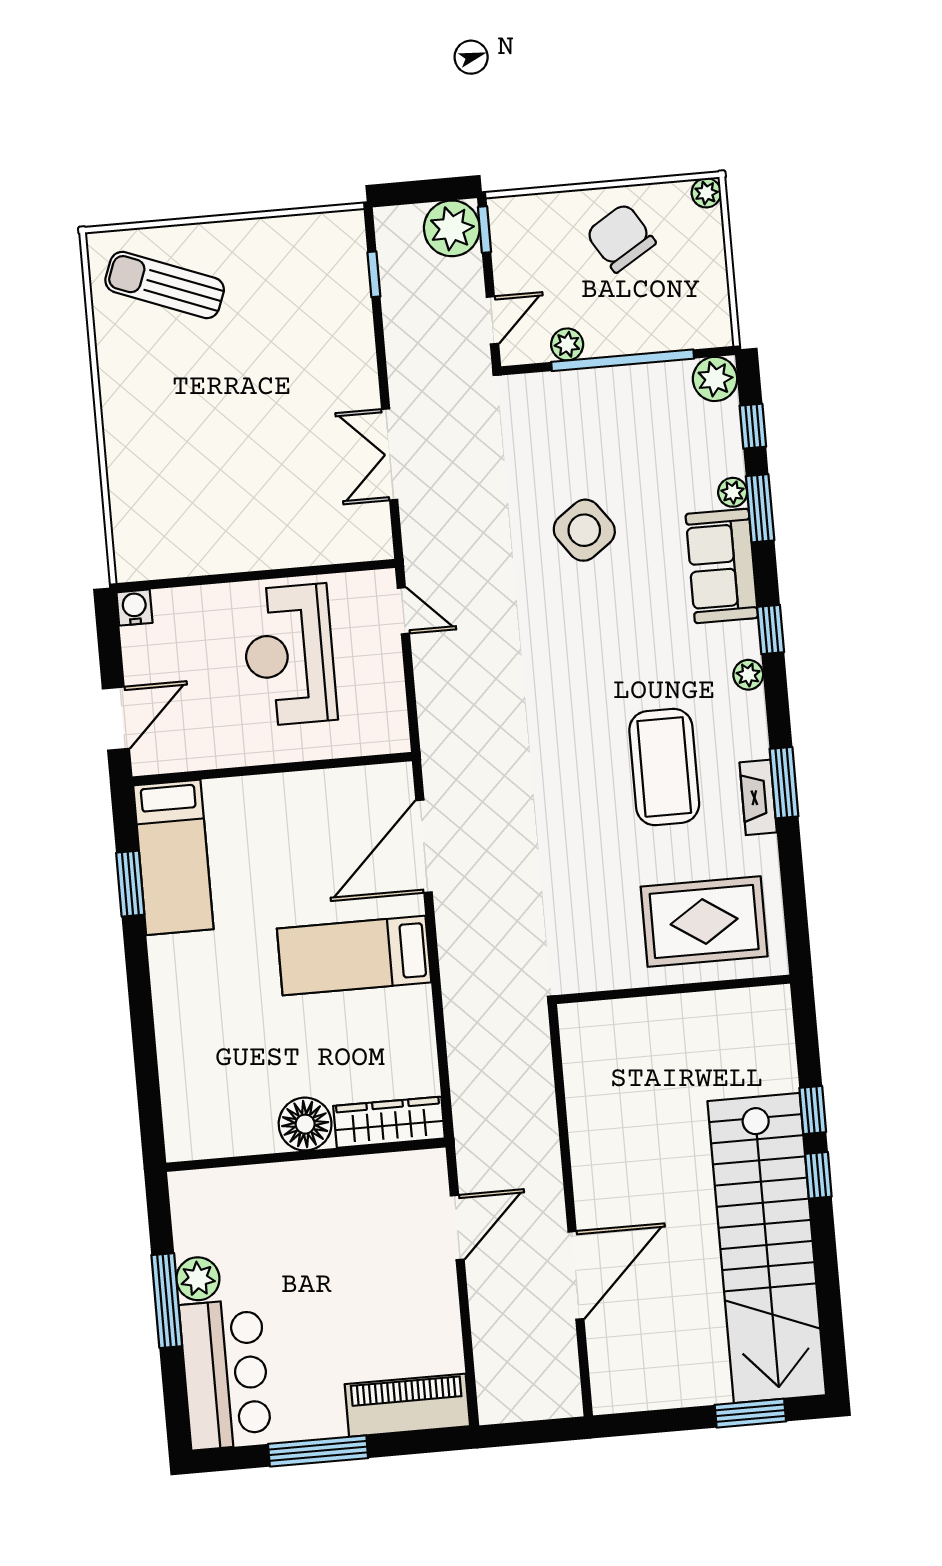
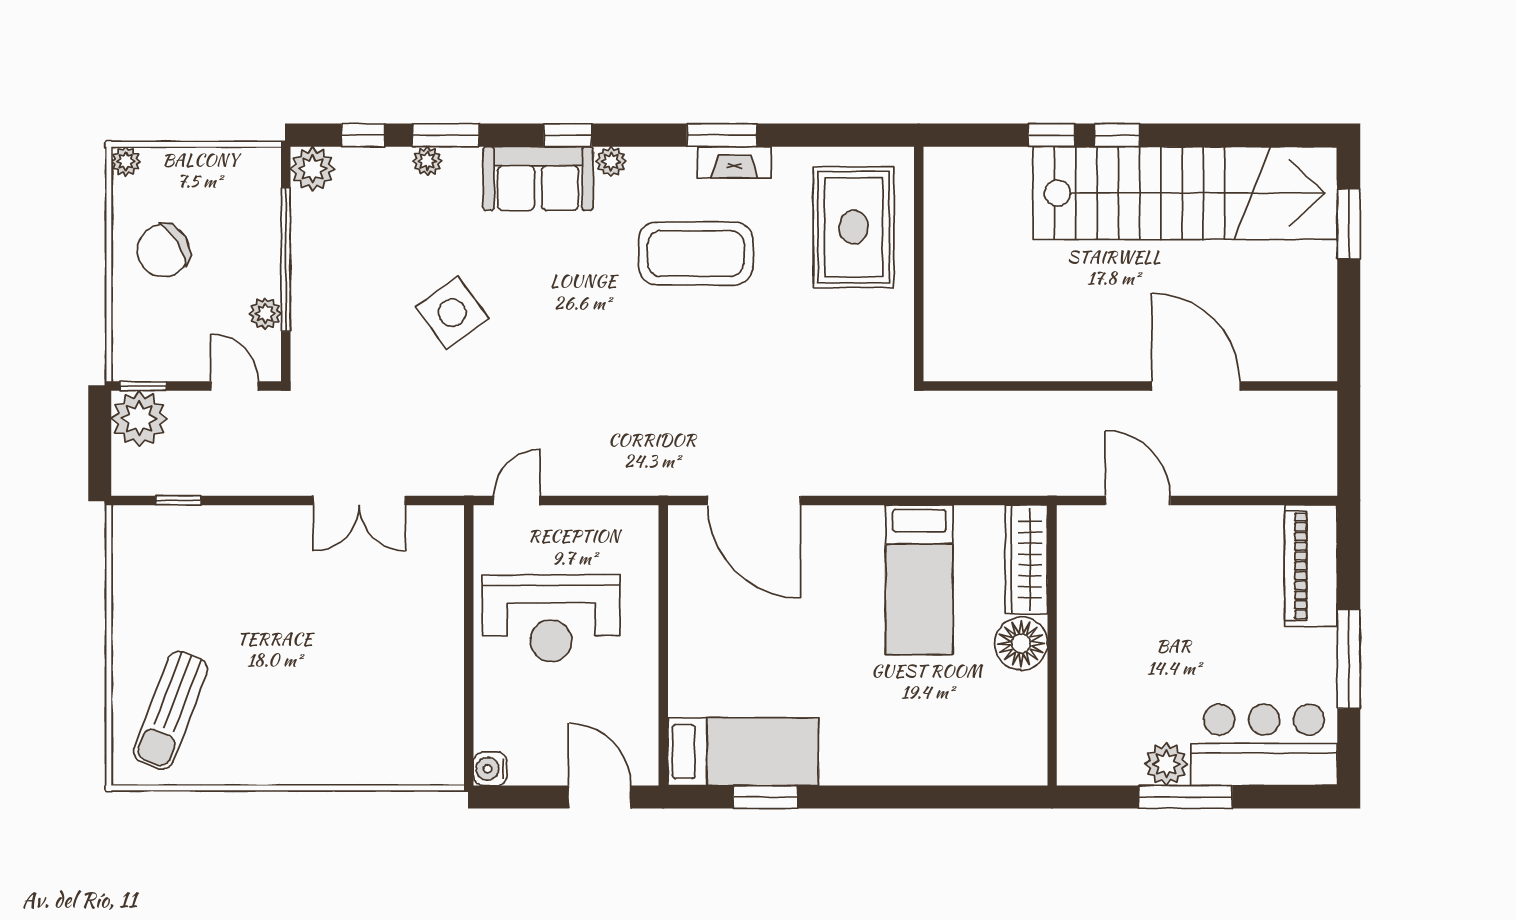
sofa: (722, 566) -> (538, 178), moved
bed: (354, 956) -> (919, 580), moved

